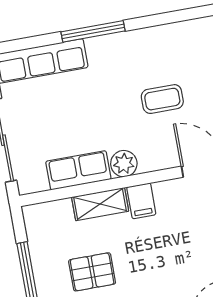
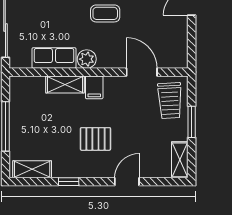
coffee table: (162, 99) -> (105, 13), moved
pallet: (92, 272) -> (95, 139), moved

